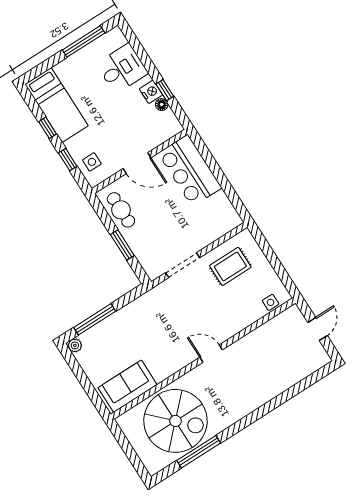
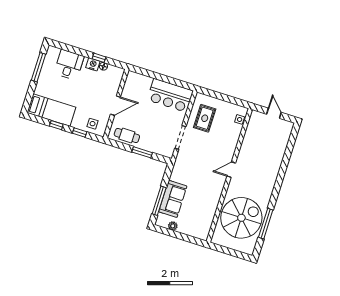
bar counter: (190, 171) -> (170, 95), moved
plant: (75, 345) -> (173, 226), moved
sofa: (128, 386) -> (173, 199), moved, turned 180

